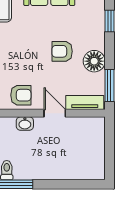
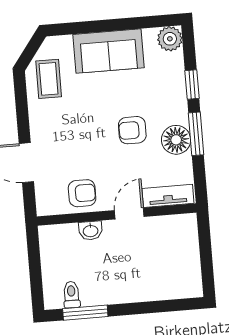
window: (109, 86) -> (196, 134), moved
door: (55, 113) -> (129, 213), hinge flipped

